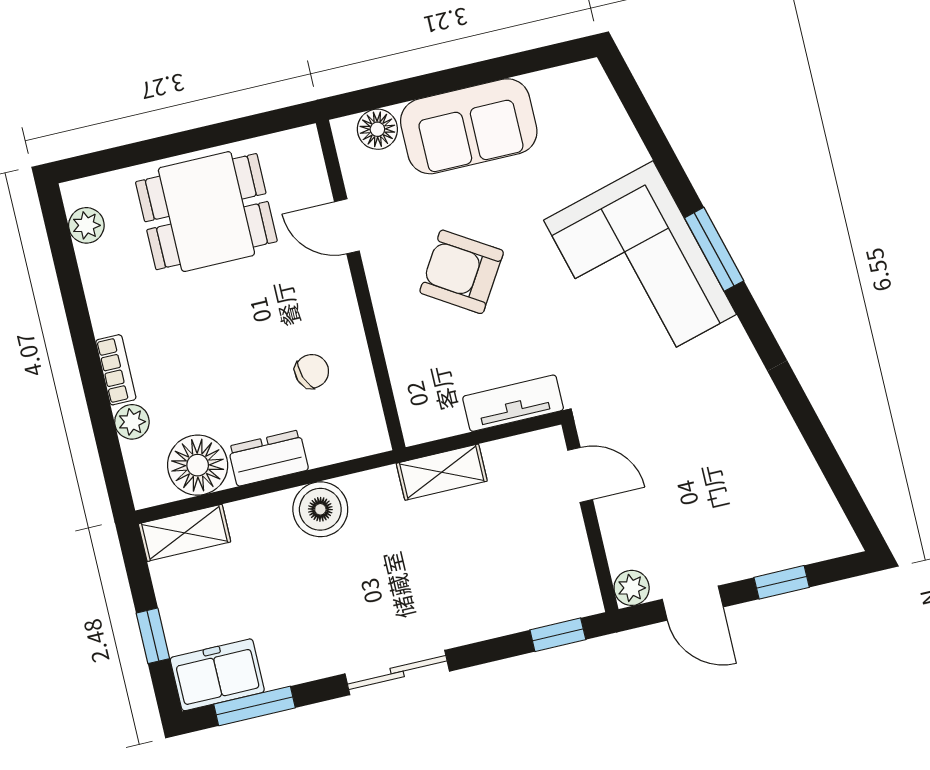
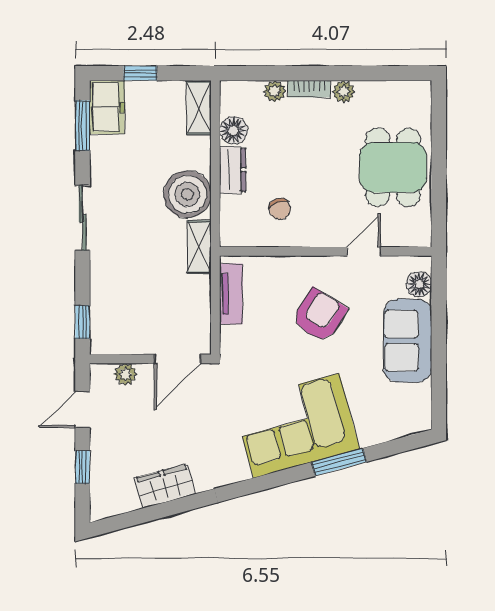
plant: (86, 225) -> (344, 92), moved
window: (714, 249) -> (339, 462), moved
tv unit: (513, 403) -> (231, 294), moved
wardrobe: (781, 448) -> (165, 486), added
floor lamp: (198, 465) -> (233, 130), width x0.73, depth x0.73
shelving: (442, 472) -> (199, 247), moved
door: (580, 475) -> (177, 359), width x1.37
boiler: (320, 509) -> (187, 194), width x1.37, depth x1.37
plant: (632, 588) -> (125, 374), moved

